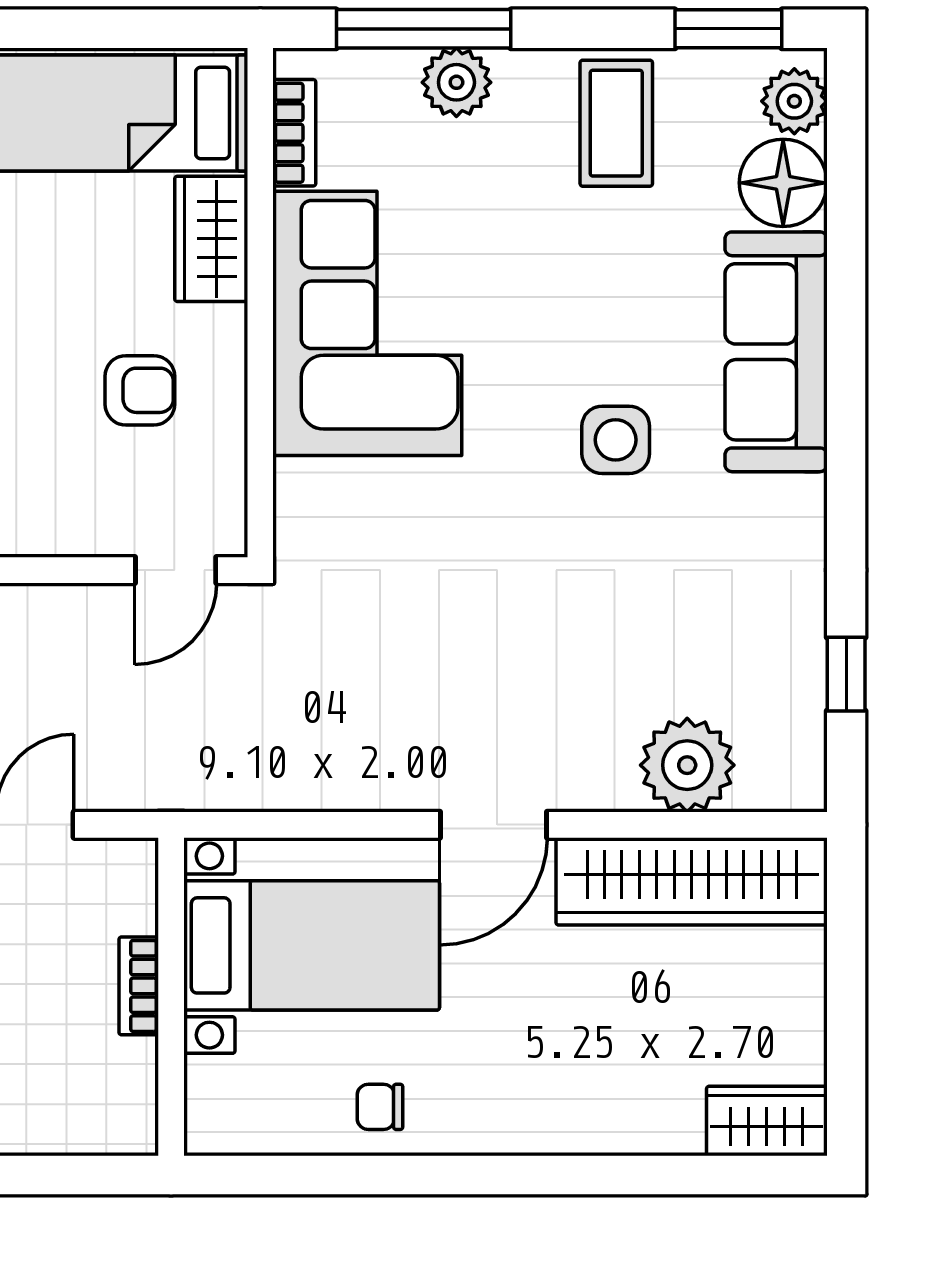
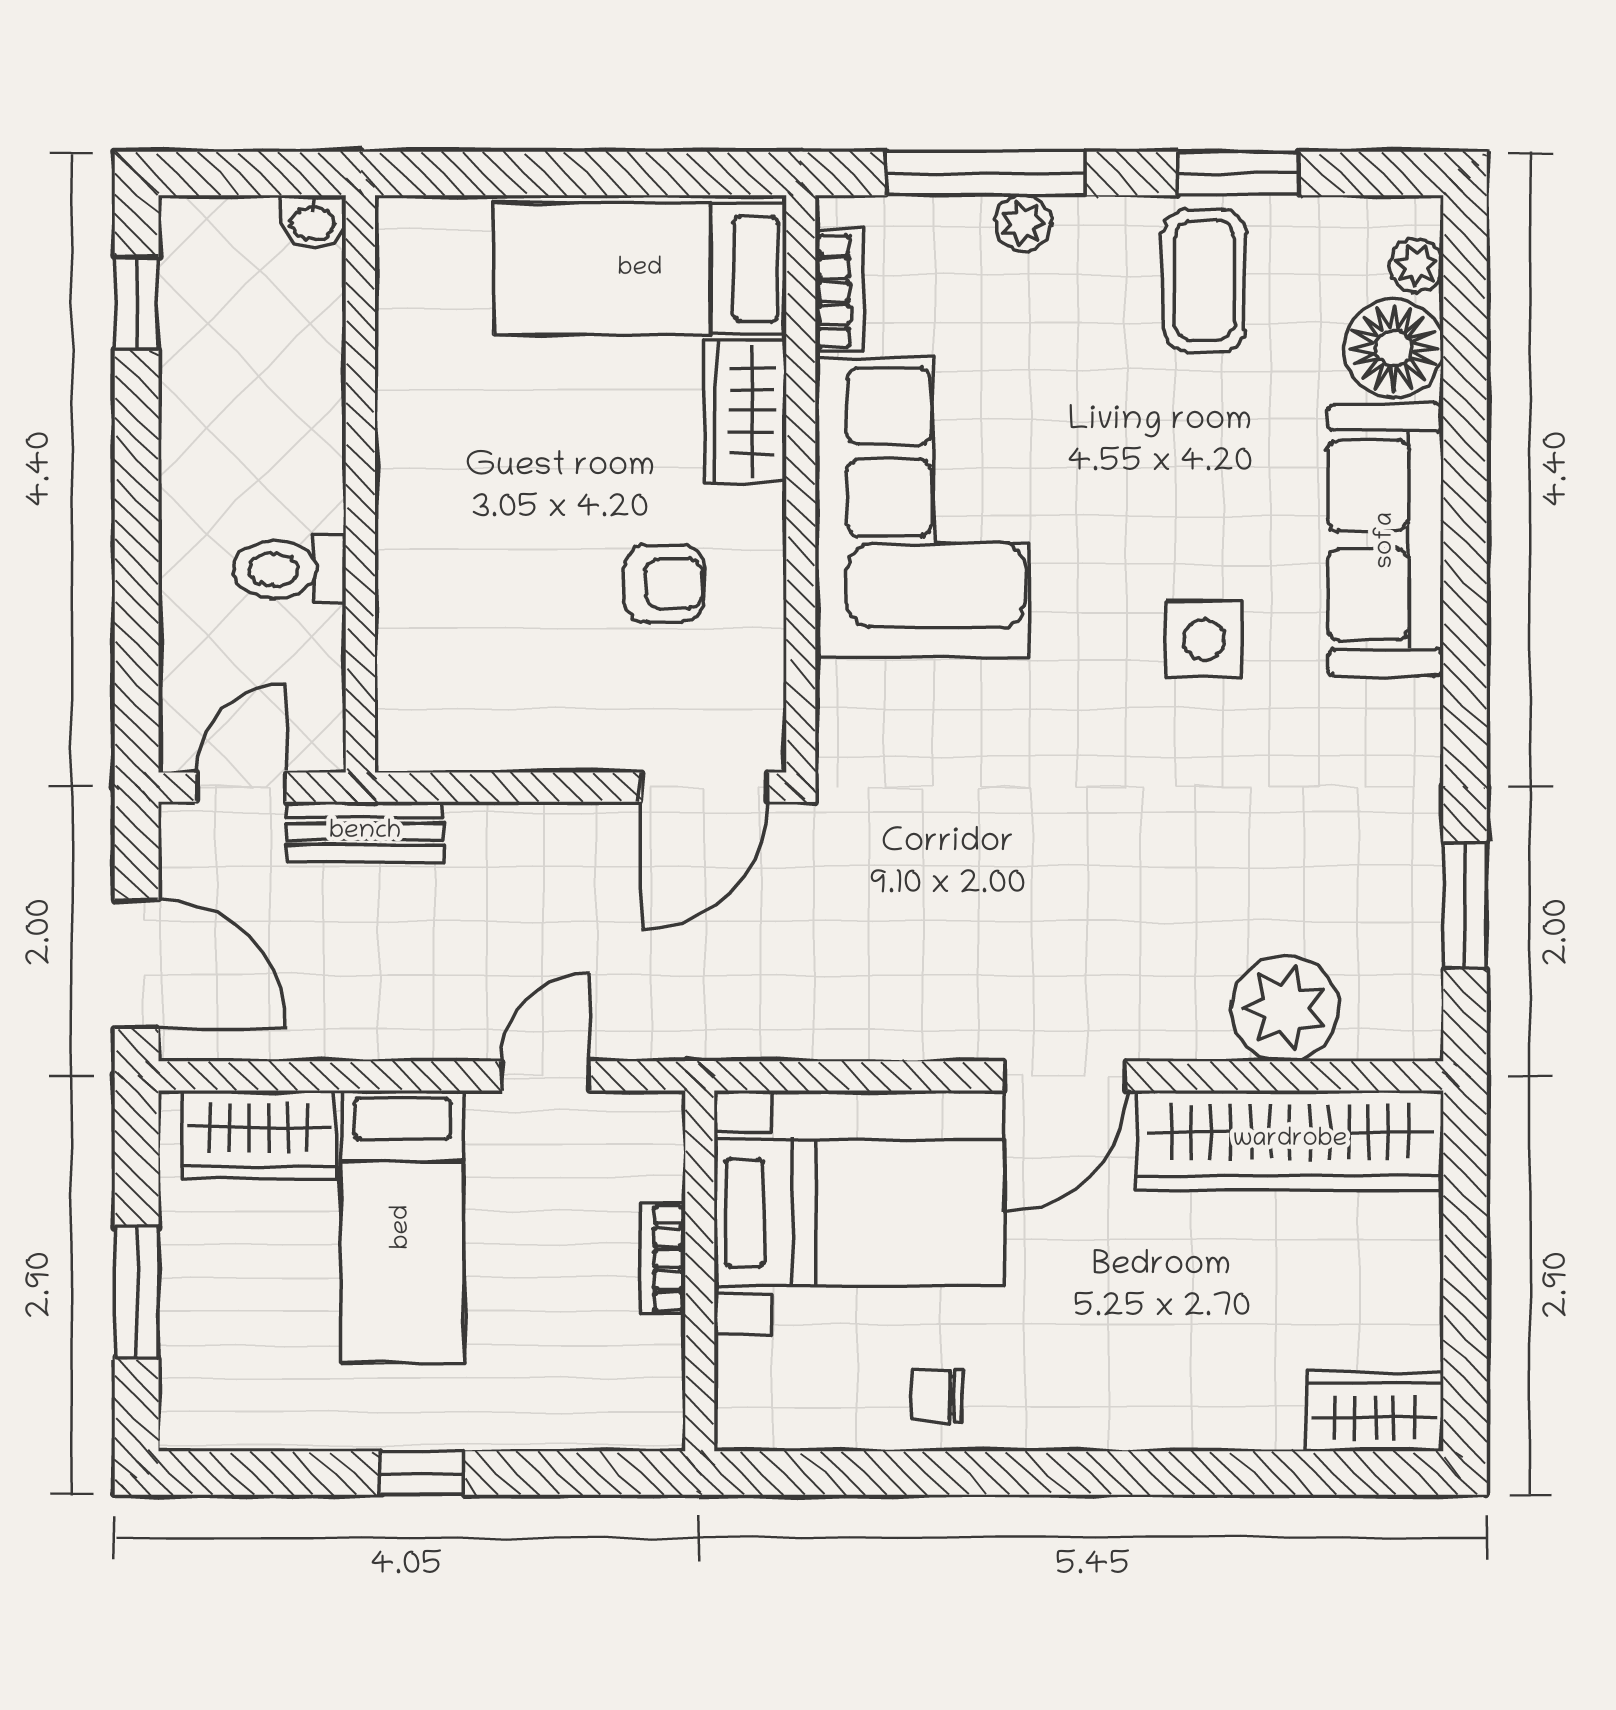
window: (728, 29) -> (1238, 173), moved
plant: (456, 82) -> (1023, 224), width x0.73, depth x0.73
plant: (794, 101) -> (1416, 266), width x0.73, depth x0.73
door: (176, 570) -> (705, 787), width x1.38
window: (846, 674) -> (1465, 905), width x1.50

